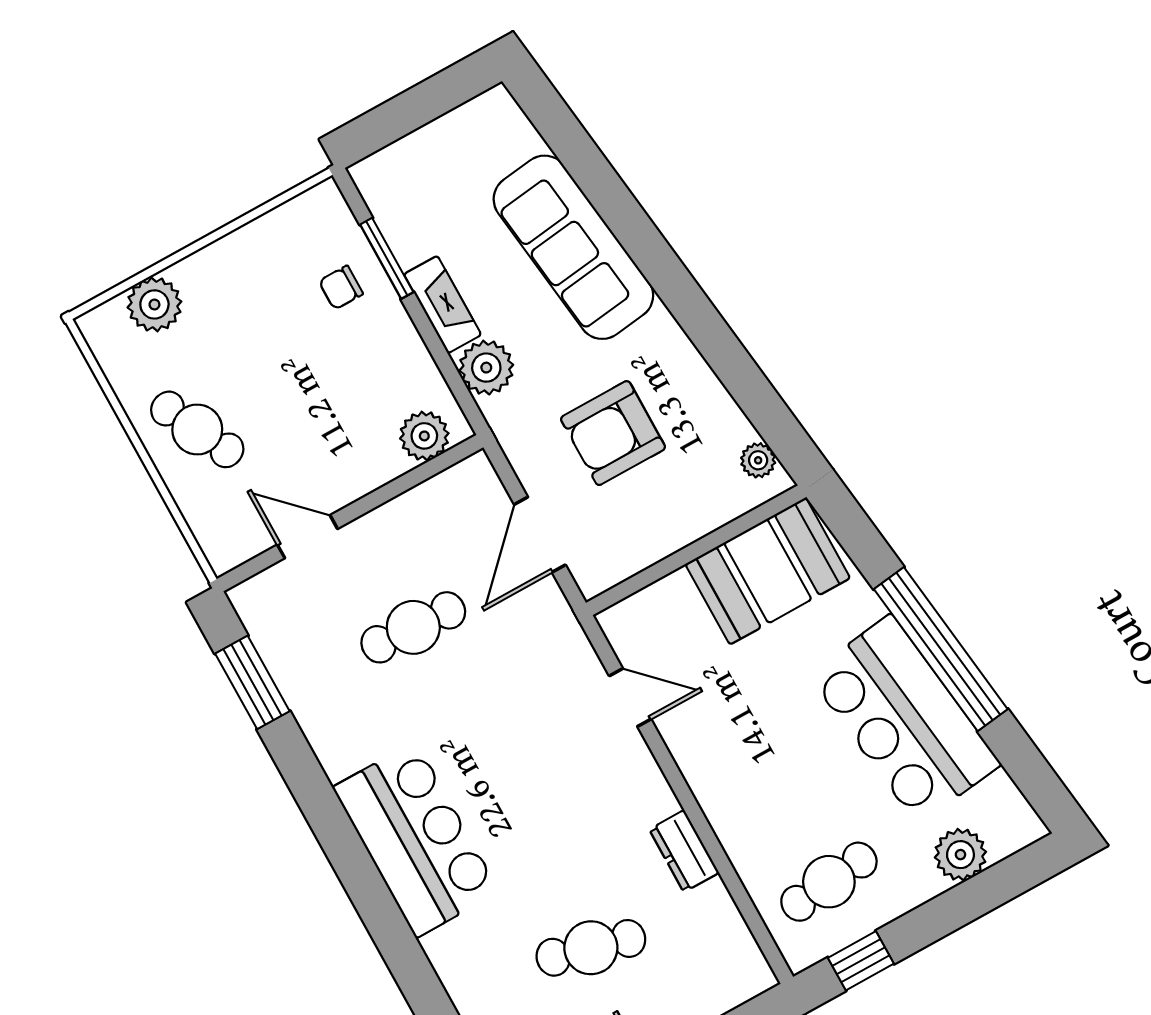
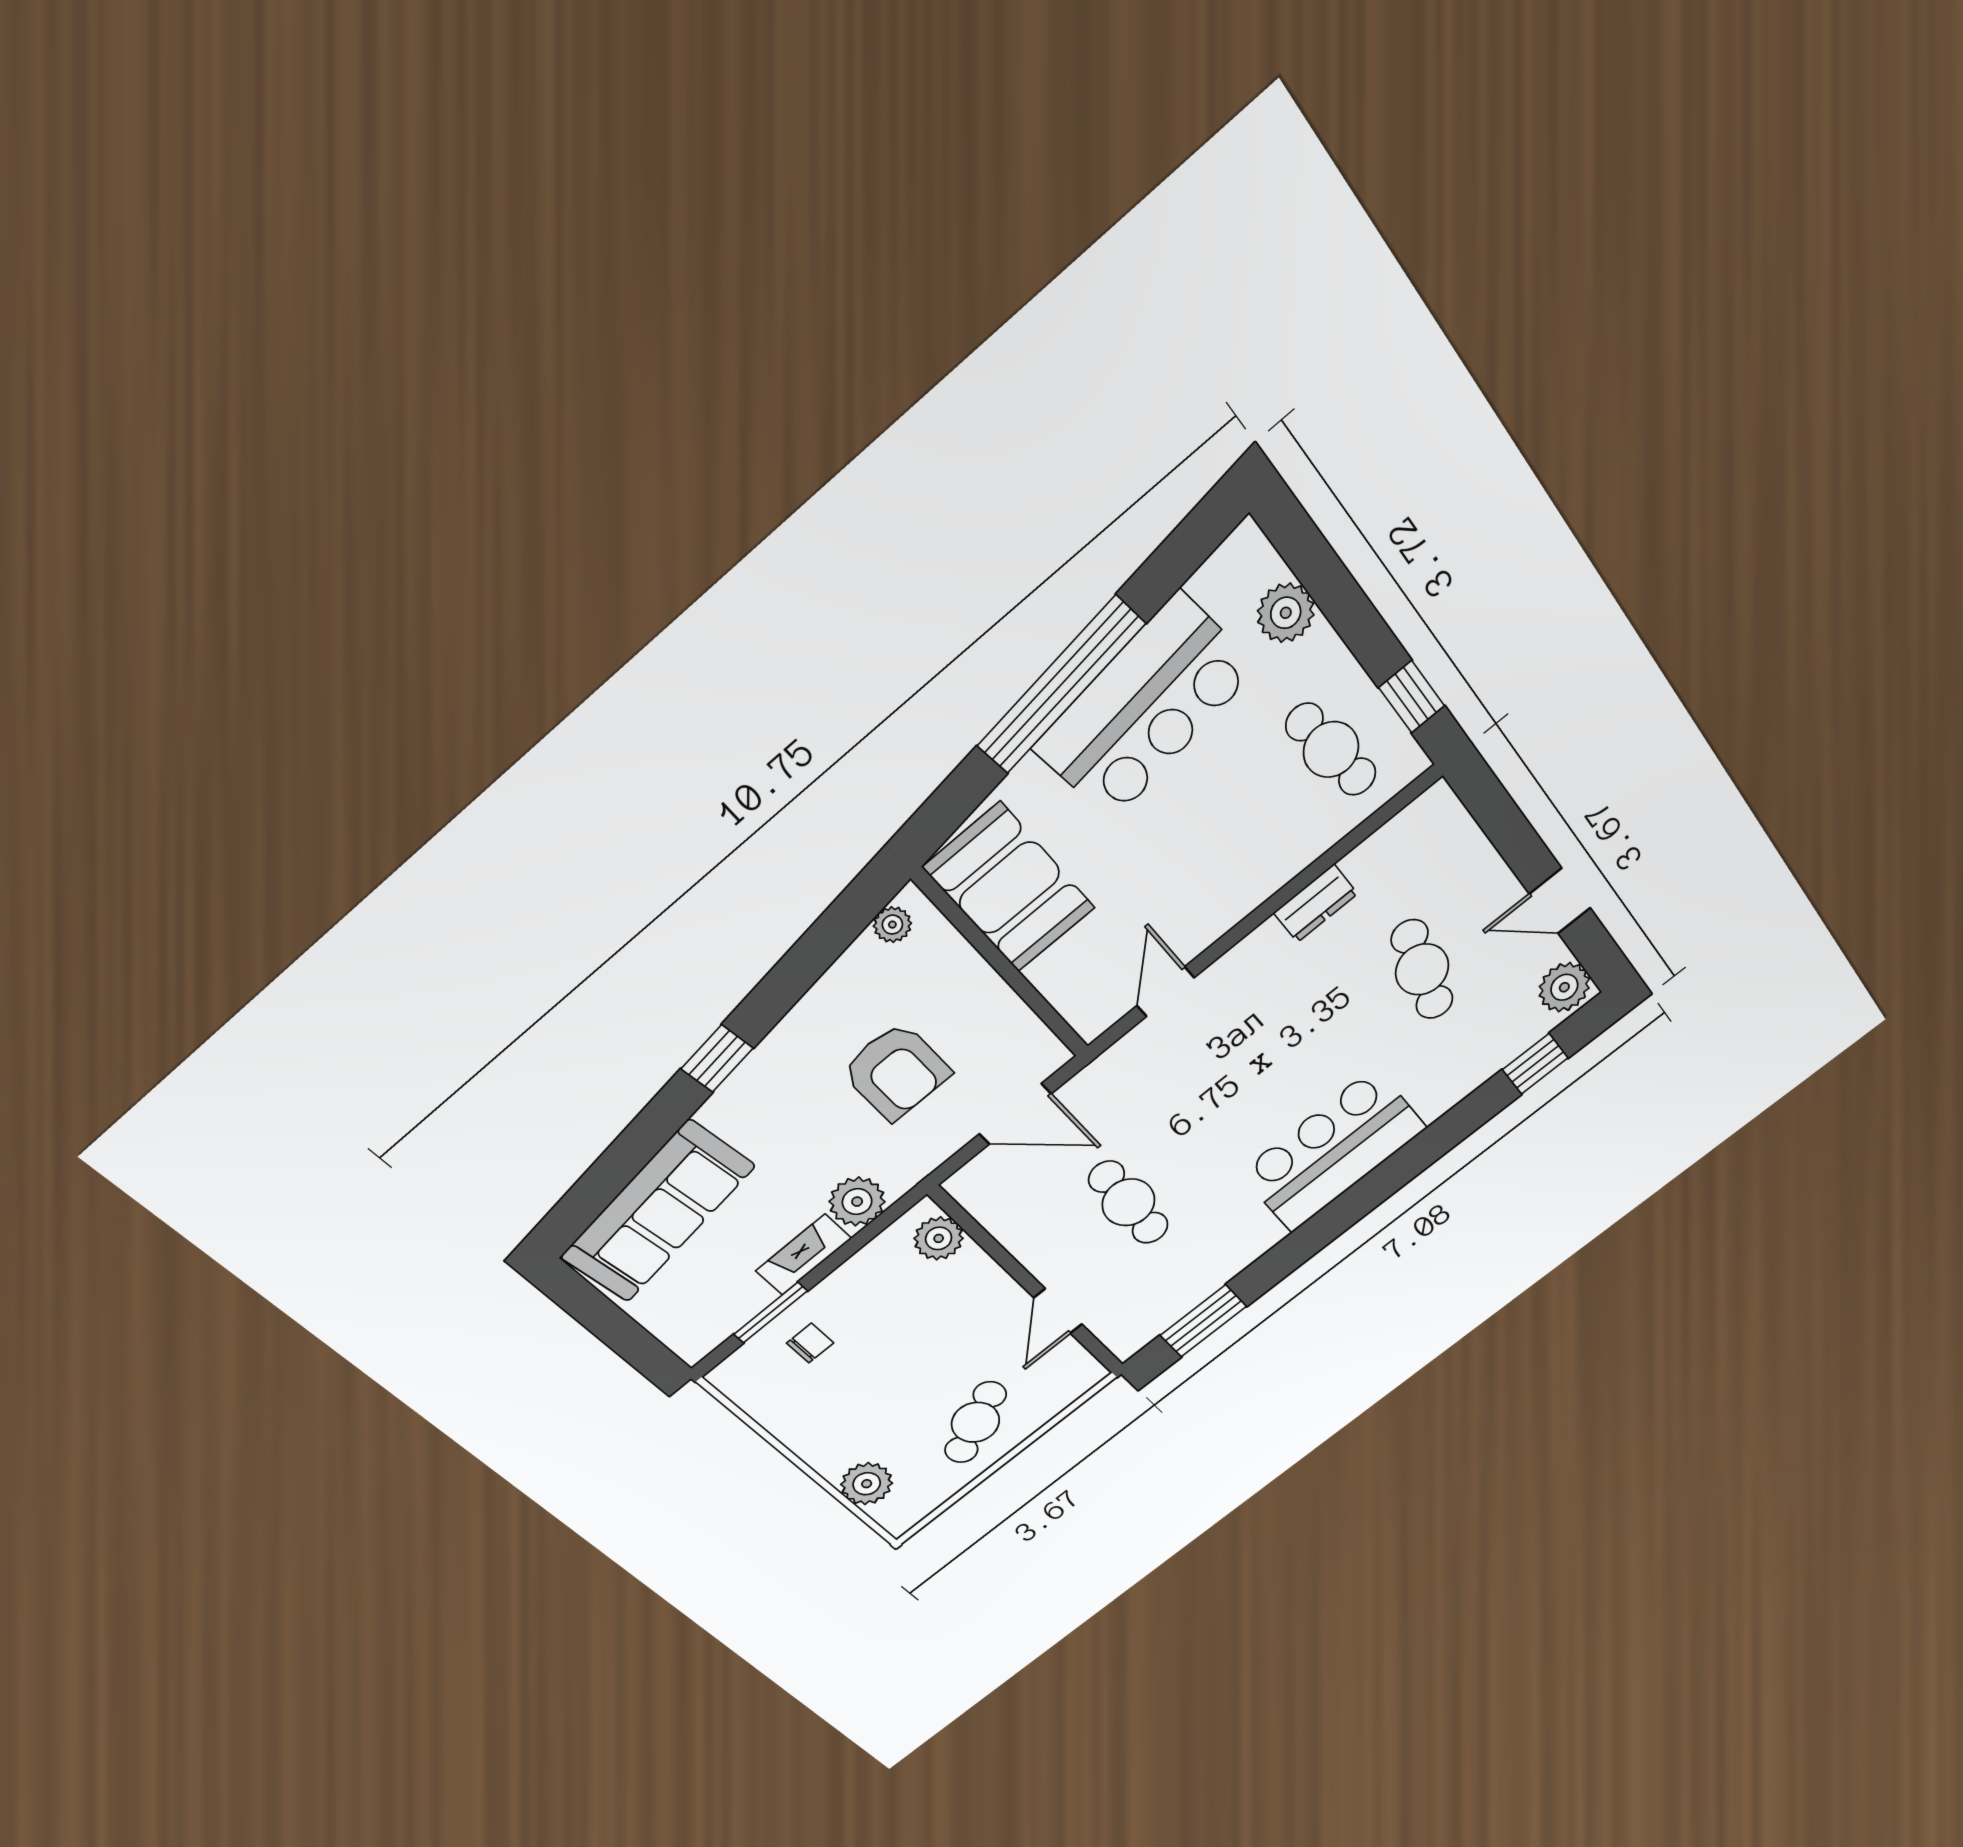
sofa: (573, 247) -> (658, 1212), moved
window: (668, 276) -> (717, 1058), added
chair: (341, 288) -> (810, 1343), turned -90

